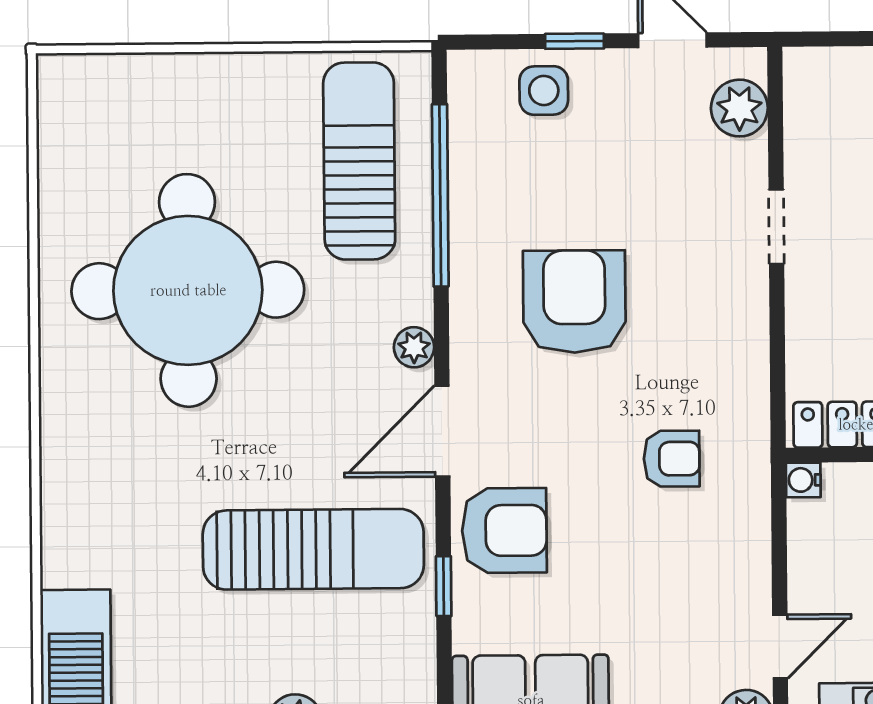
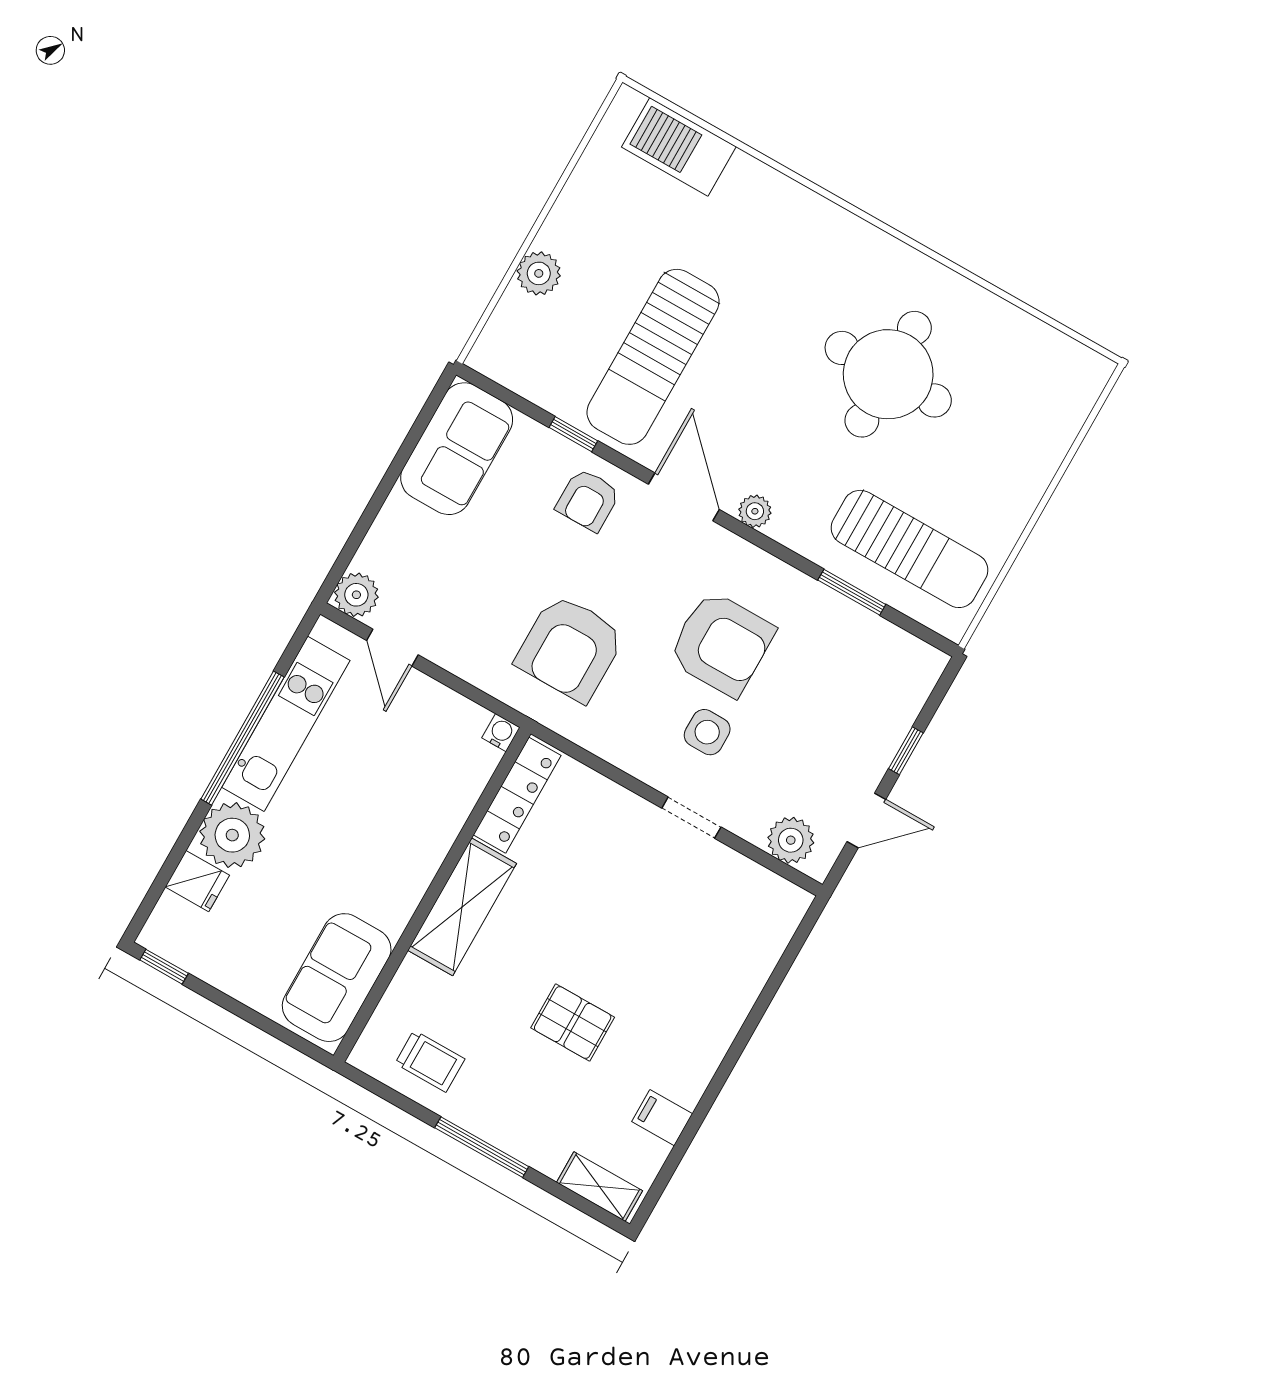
side table: (544, 90) -> (707, 732), moved
window: (440, 195) -> (852, 592), width x0.47
round table: (188, 290) -> (888, 374), width x0.73, depth x0.73
armchair: (672, 459) -> (570, 648), width x1.88, depth x1.88
armchair: (504, 530) -> (588, 500), width x0.72, depth x0.72

